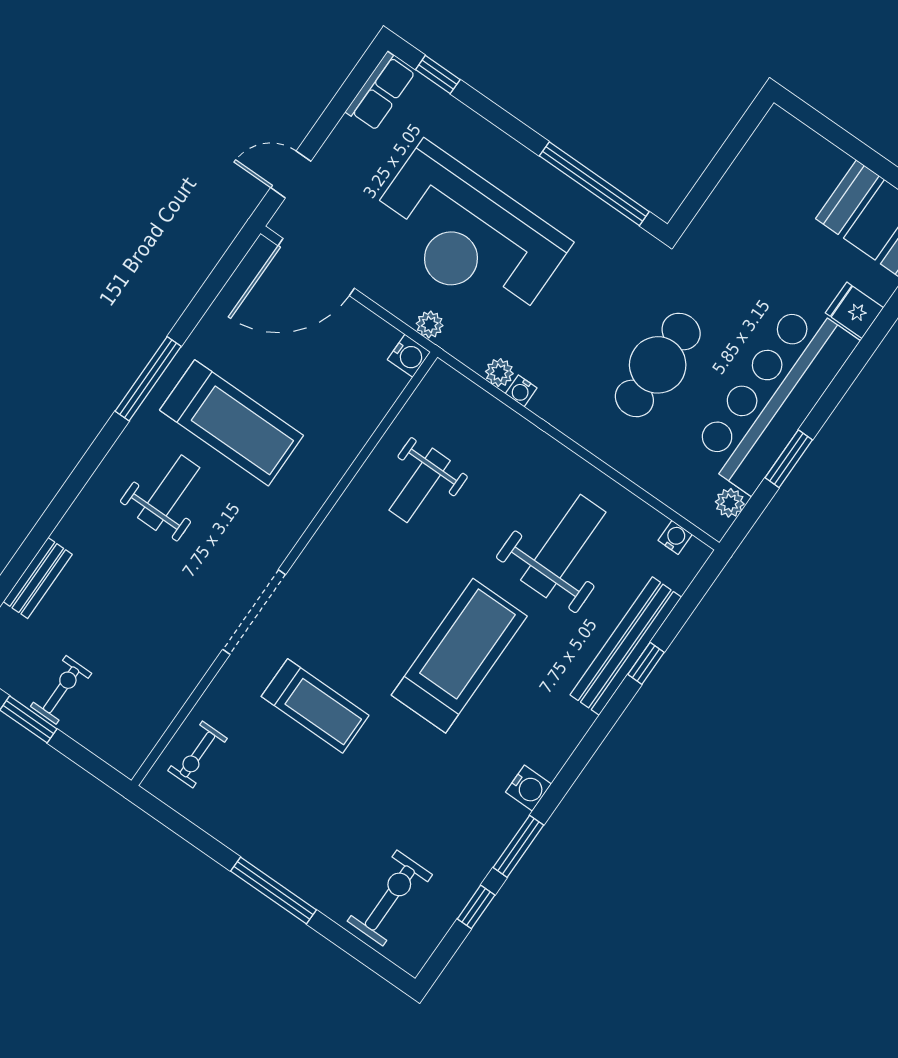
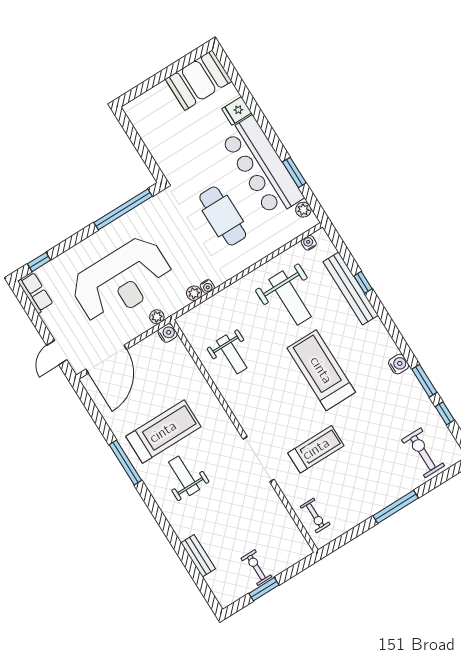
weight bench: (563, 546) -> (290, 298), turned 180

